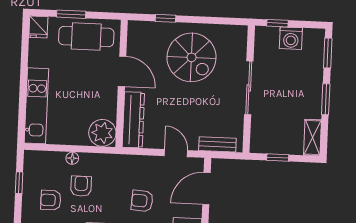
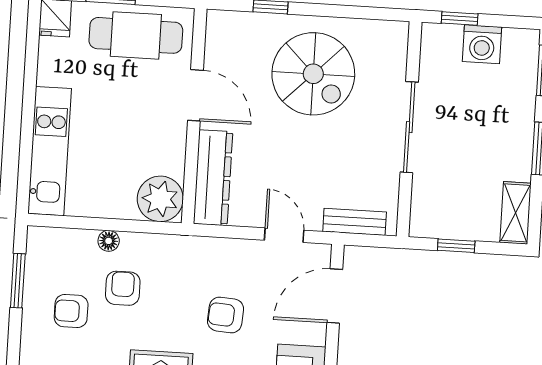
window: (19, 183) -> (18, 281), width x1.50

